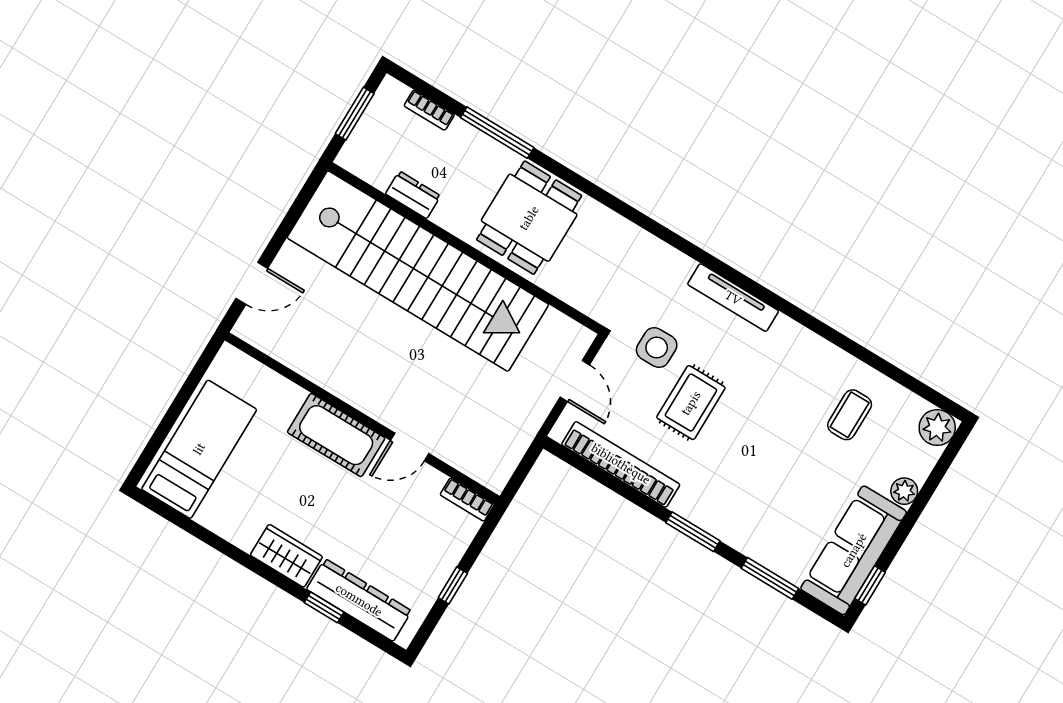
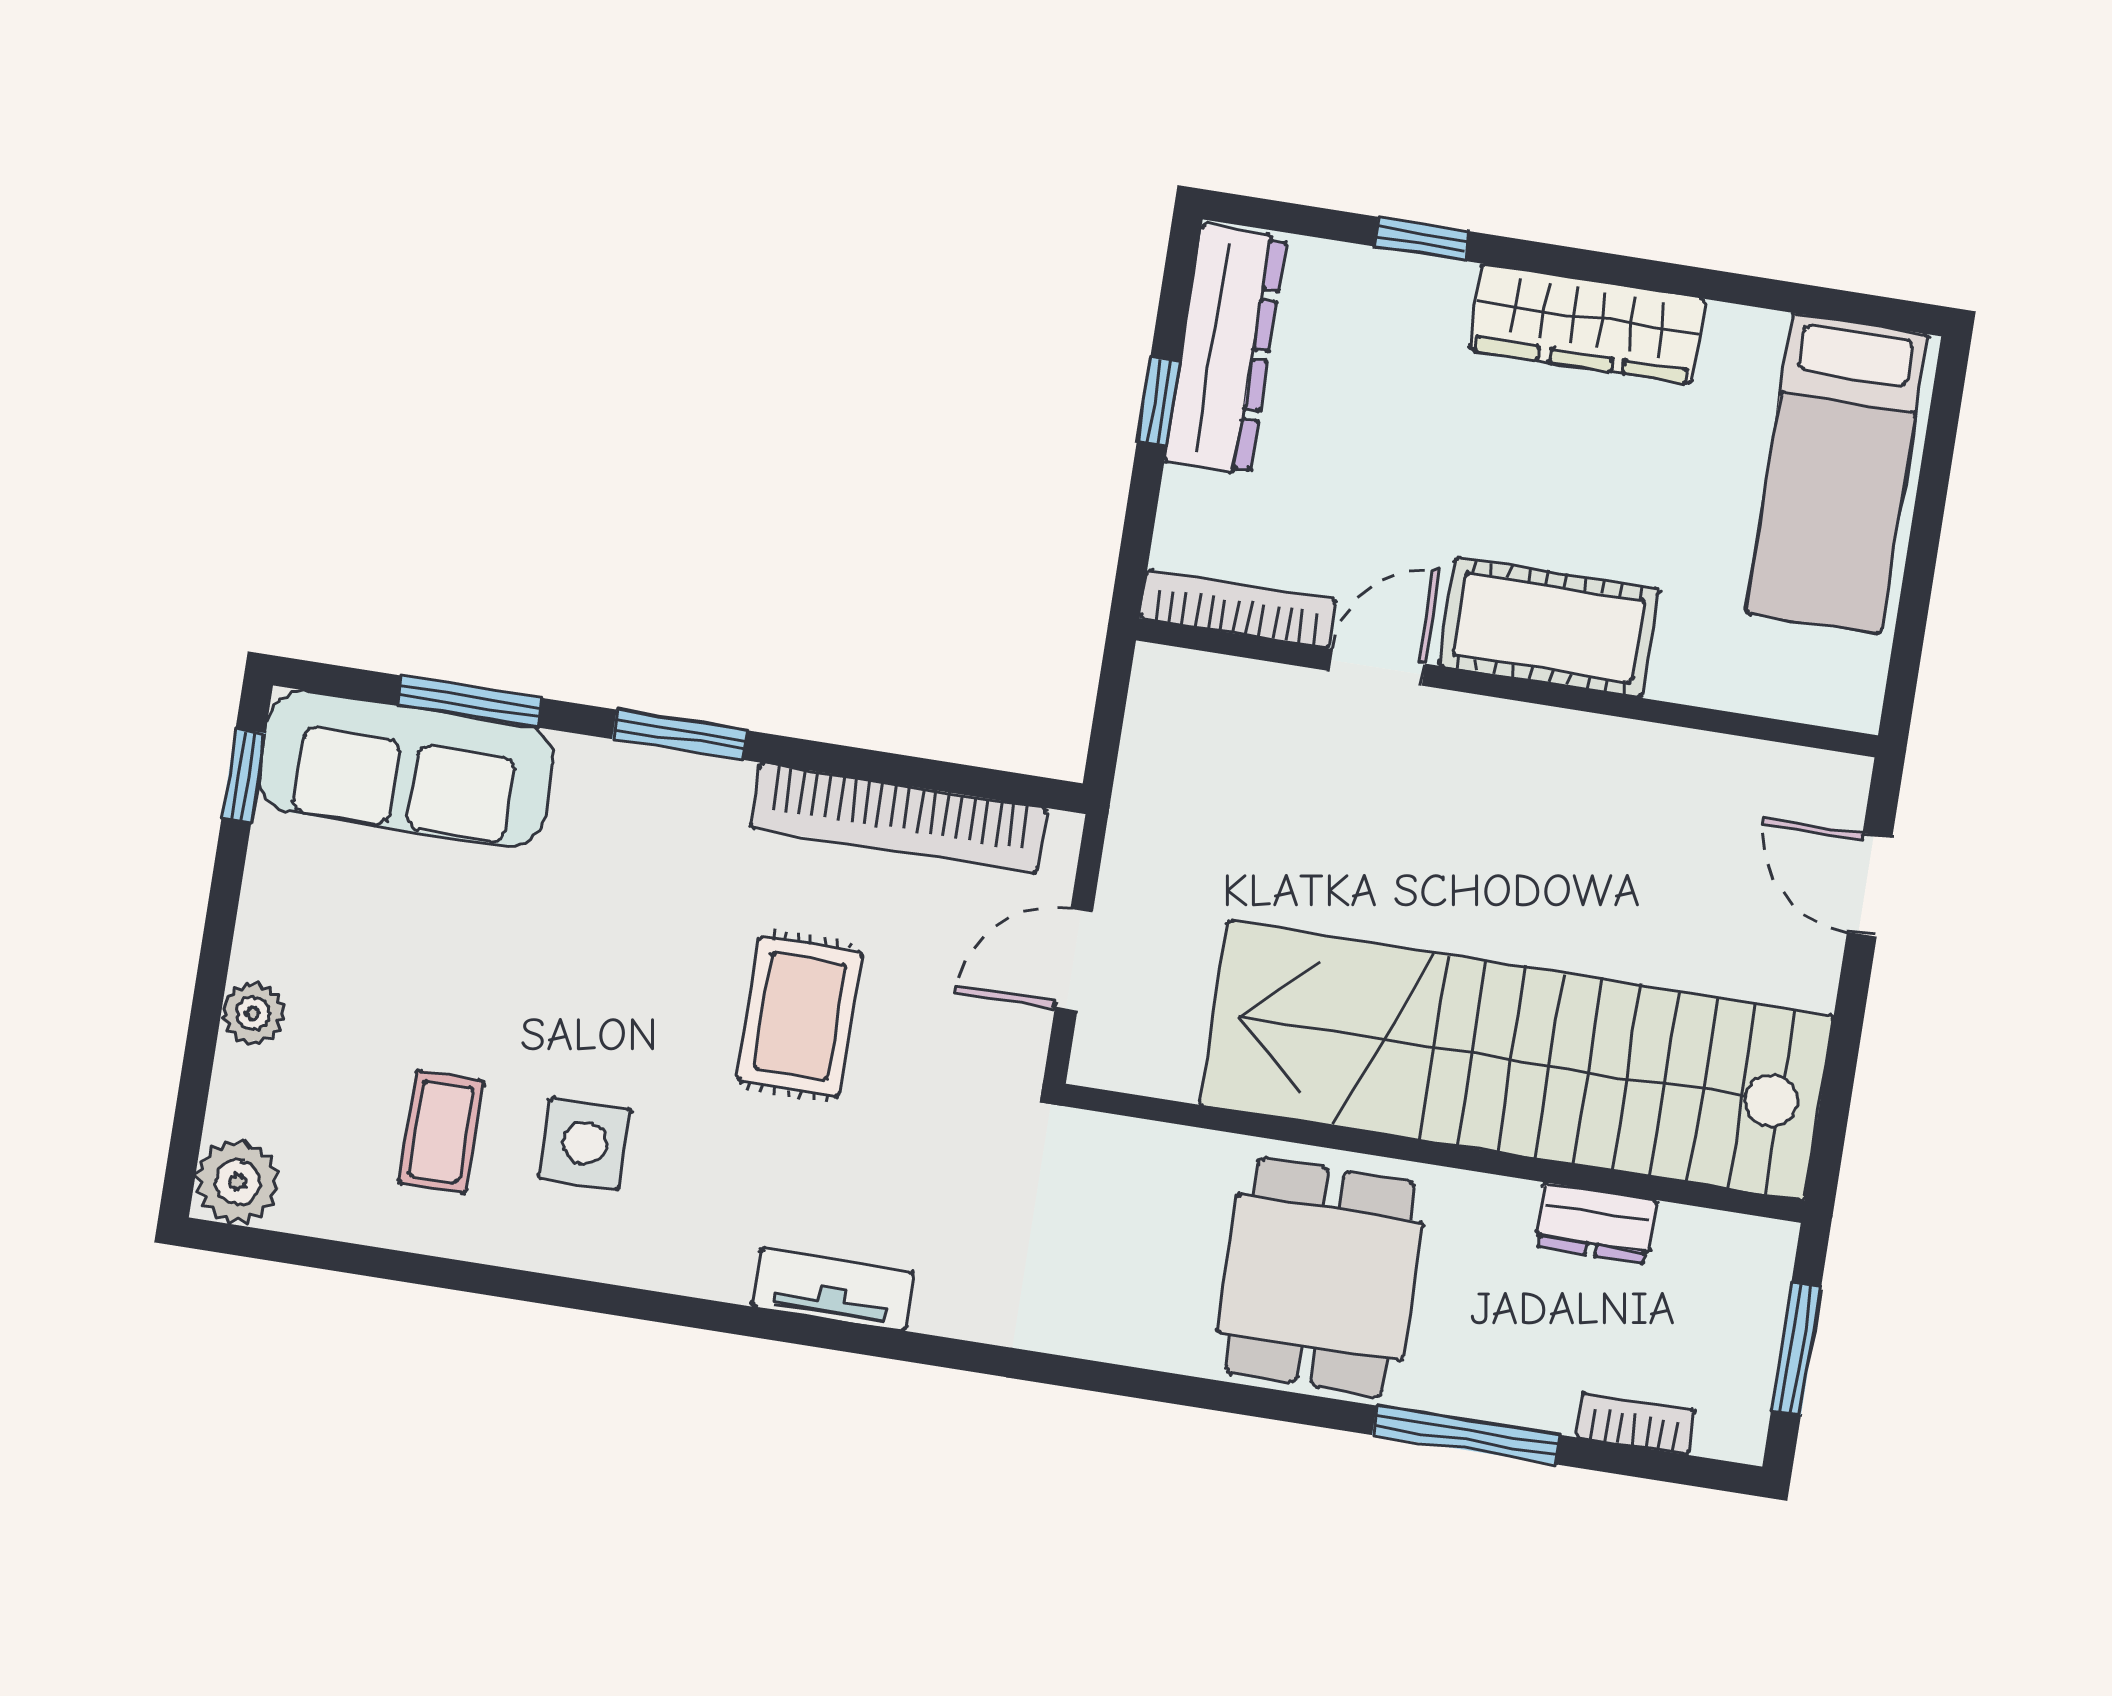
door: (252, 283) -> (1870, 885), hinge flipped
tv unit: (733, 298) -> (833, 1289), width x0.71
side table: (657, 348) -> (585, 1143), moved
door: (575, 381) -> (1074, 960), hinge flipped
bookcase: (467, 499) -> (1238, 609), width x1.56
sofa: (854, 550) -> (406, 769), moved, turned 90
wardrobe: (286, 556) -> (1587, 324), width x1.50
dresser: (359, 600) -> (1225, 350), moved, turned -90

